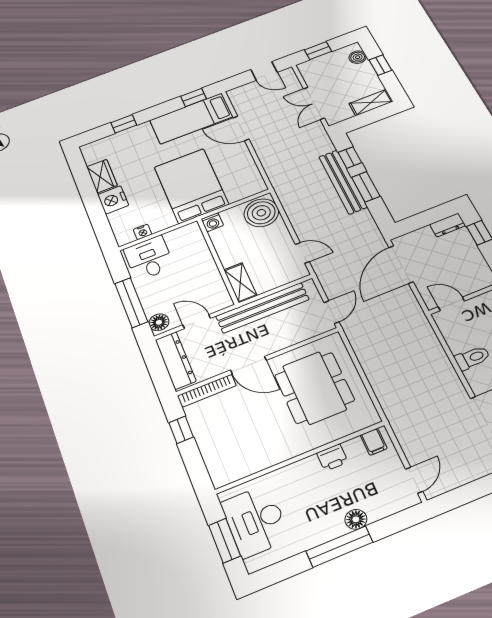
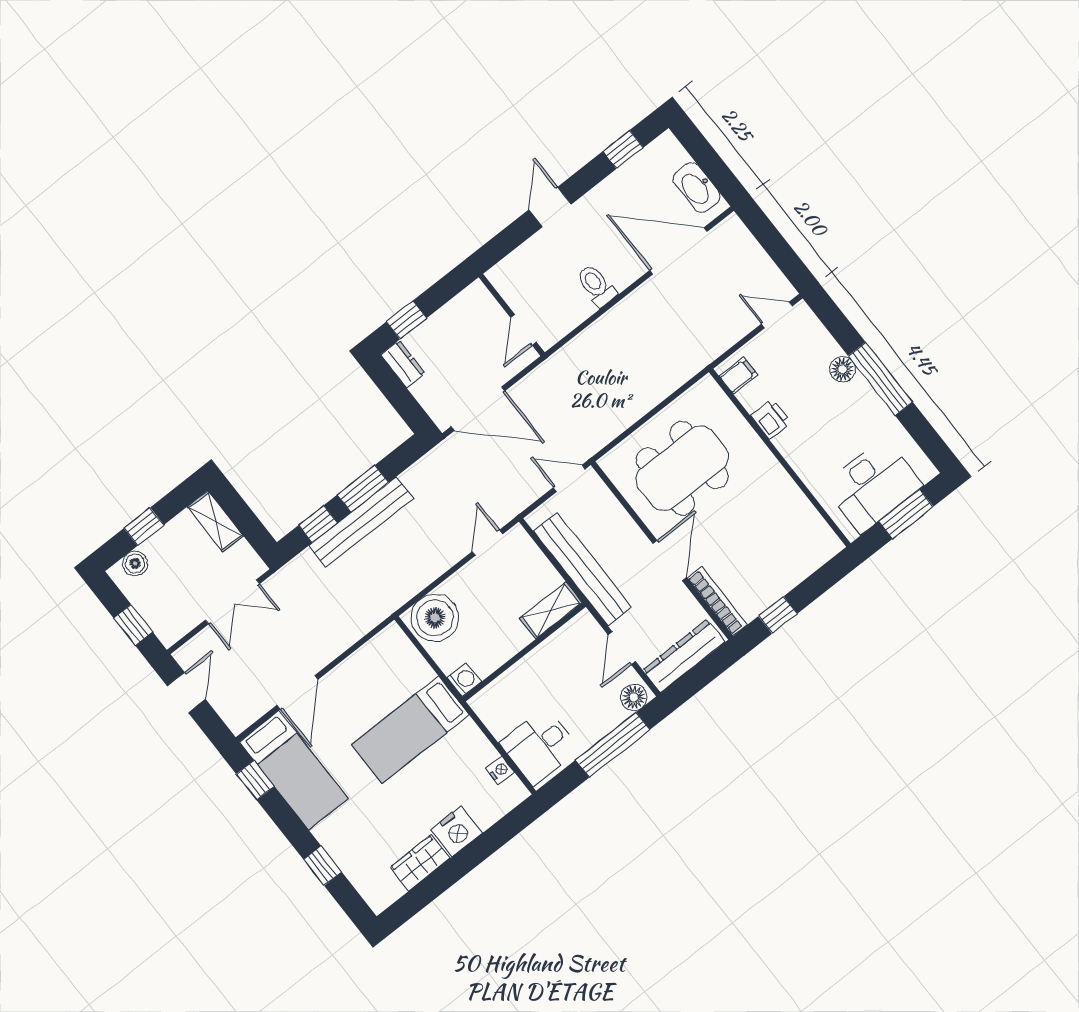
bed: (191, 186) -> (410, 730), width x0.67

